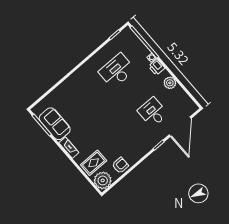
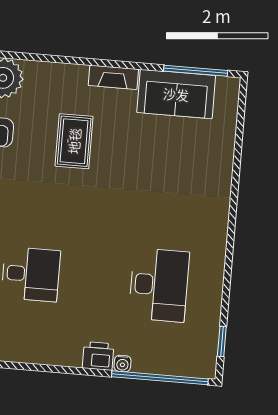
plant: (170, 83) -> (50, 351), removed
rug: (94, 163) -> (74, 141), moved

